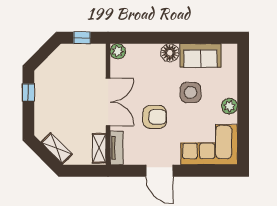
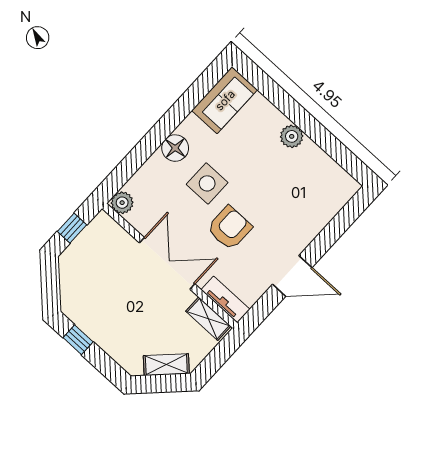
sofa: (201, 56) -> (225, 100), moved
side table: (191, 92) -> (207, 183), moved
corner sofa: (209, 145) -> (313, 197), removed

